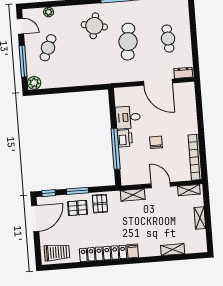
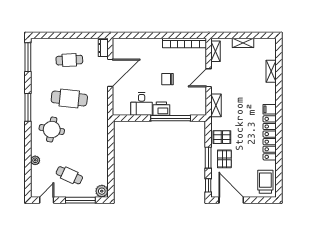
plant: (49, 12) -> (35, 160), moved

